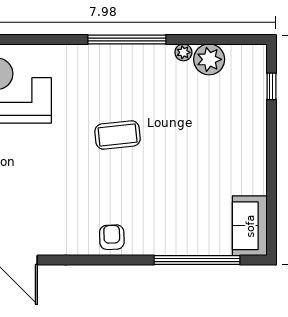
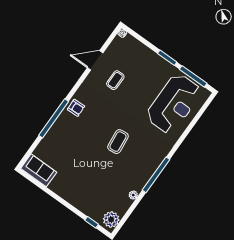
plant: (209, 59) -> (111, 219), moved
coffee table: (26, 207) -> (115, 80), added
window: (197, 260) -> (54, 118), moved

